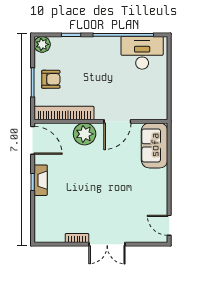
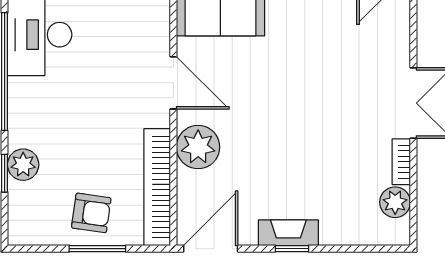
plant: (42, 44) -> (23, 165), moved
armchair: (51, 79) -> (91, 213), turned 98
plant: (56, 235) -> (395, 202), added

